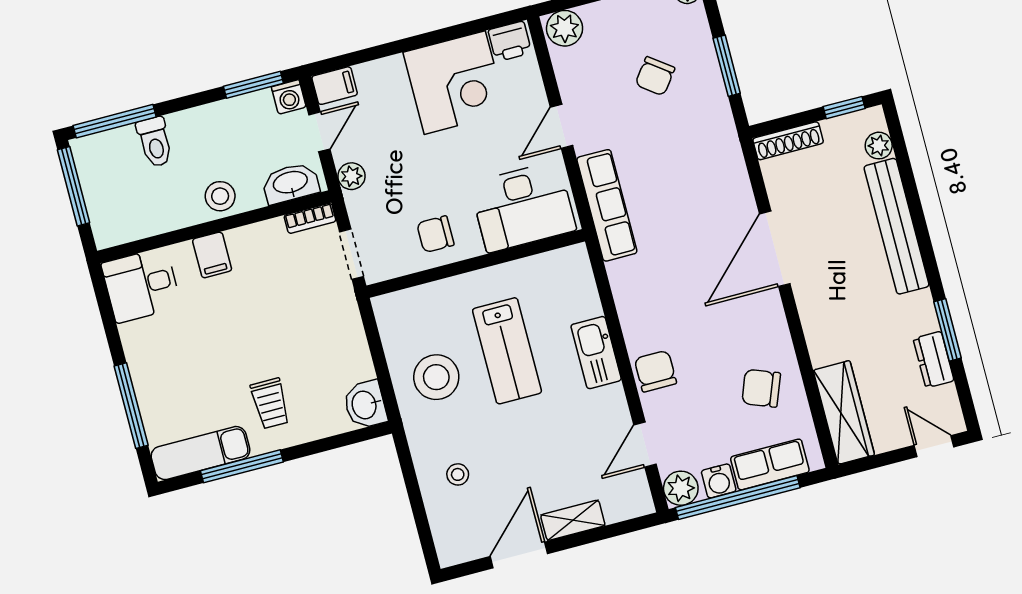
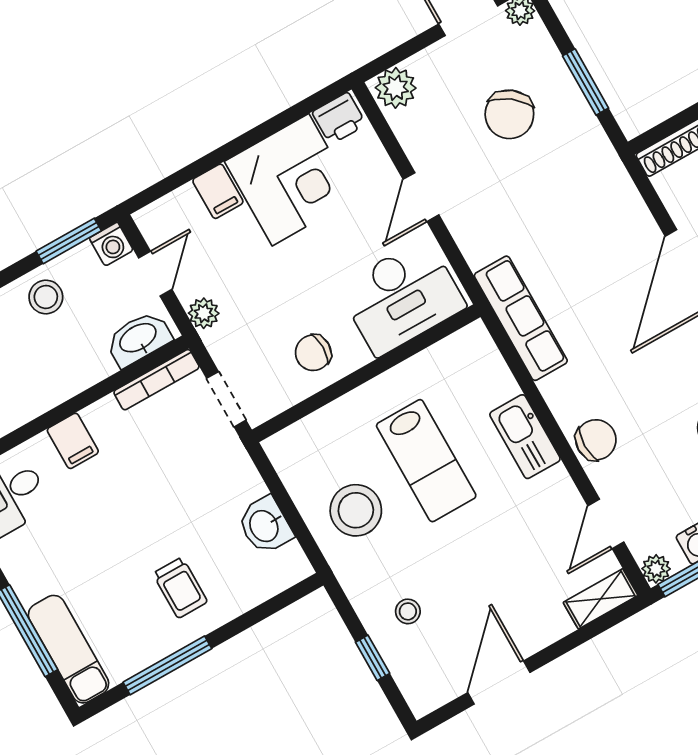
chair: (655, 76) -> (509, 114), width x1.37, depth x1.37
filing cabinet: (335, 86) -> (218, 191), moved, turned 90
stool: (220, 196) -> (46, 297), moved
row of seats: (607, 205) -> (521, 318), moved
bookcase: (310, 218) -> (156, 380), width x1.56
chair: (655, 371) -> (596, 440), turned 90
washbasin: (365, 405) -> (265, 525), moved
exam couch: (200, 453) -> (69, 649), moved, turned 90
plant: (681, 488) -> (656, 569), width x0.73, depth x0.73
window: (417, 506) -> (373, 658), added
shelving: (573, 520) -> (601, 599), moved

